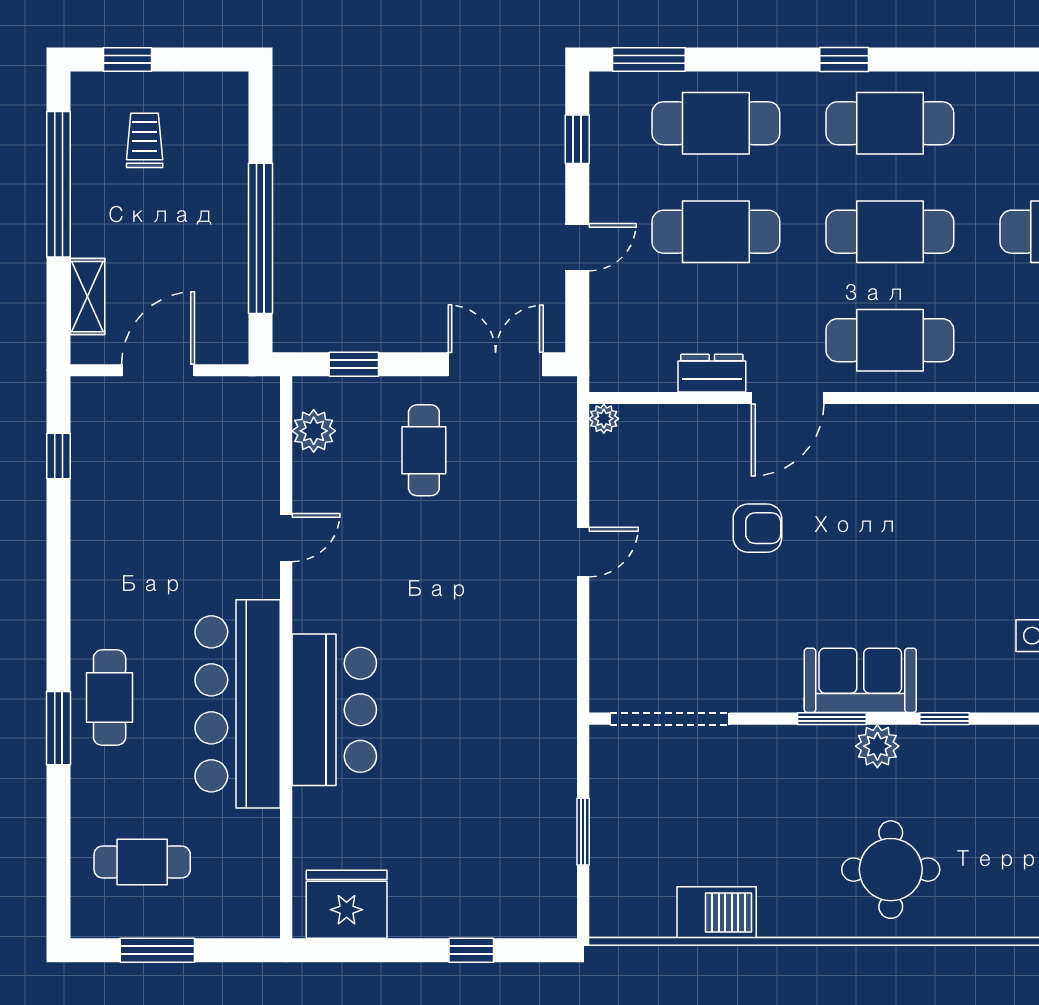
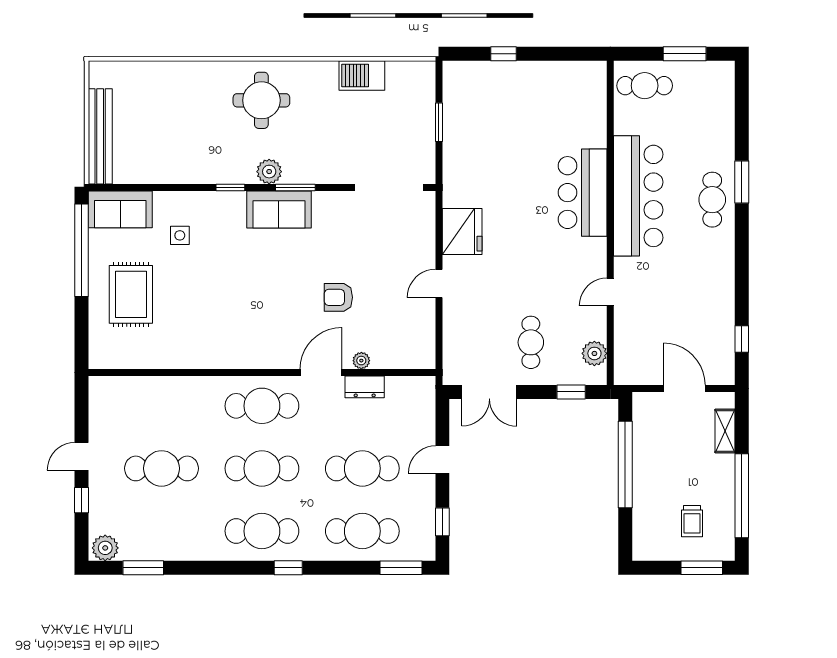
window: (128, 59) -> (702, 568), width x1.50
door: (158, 370) -> (684, 388), swing flipped
plant: (604, 419) -> (361, 361), moved
cafe table: (142, 862) -> (645, 86), moved
fridge: (347, 904) -> (462, 231), moved, turned -90

